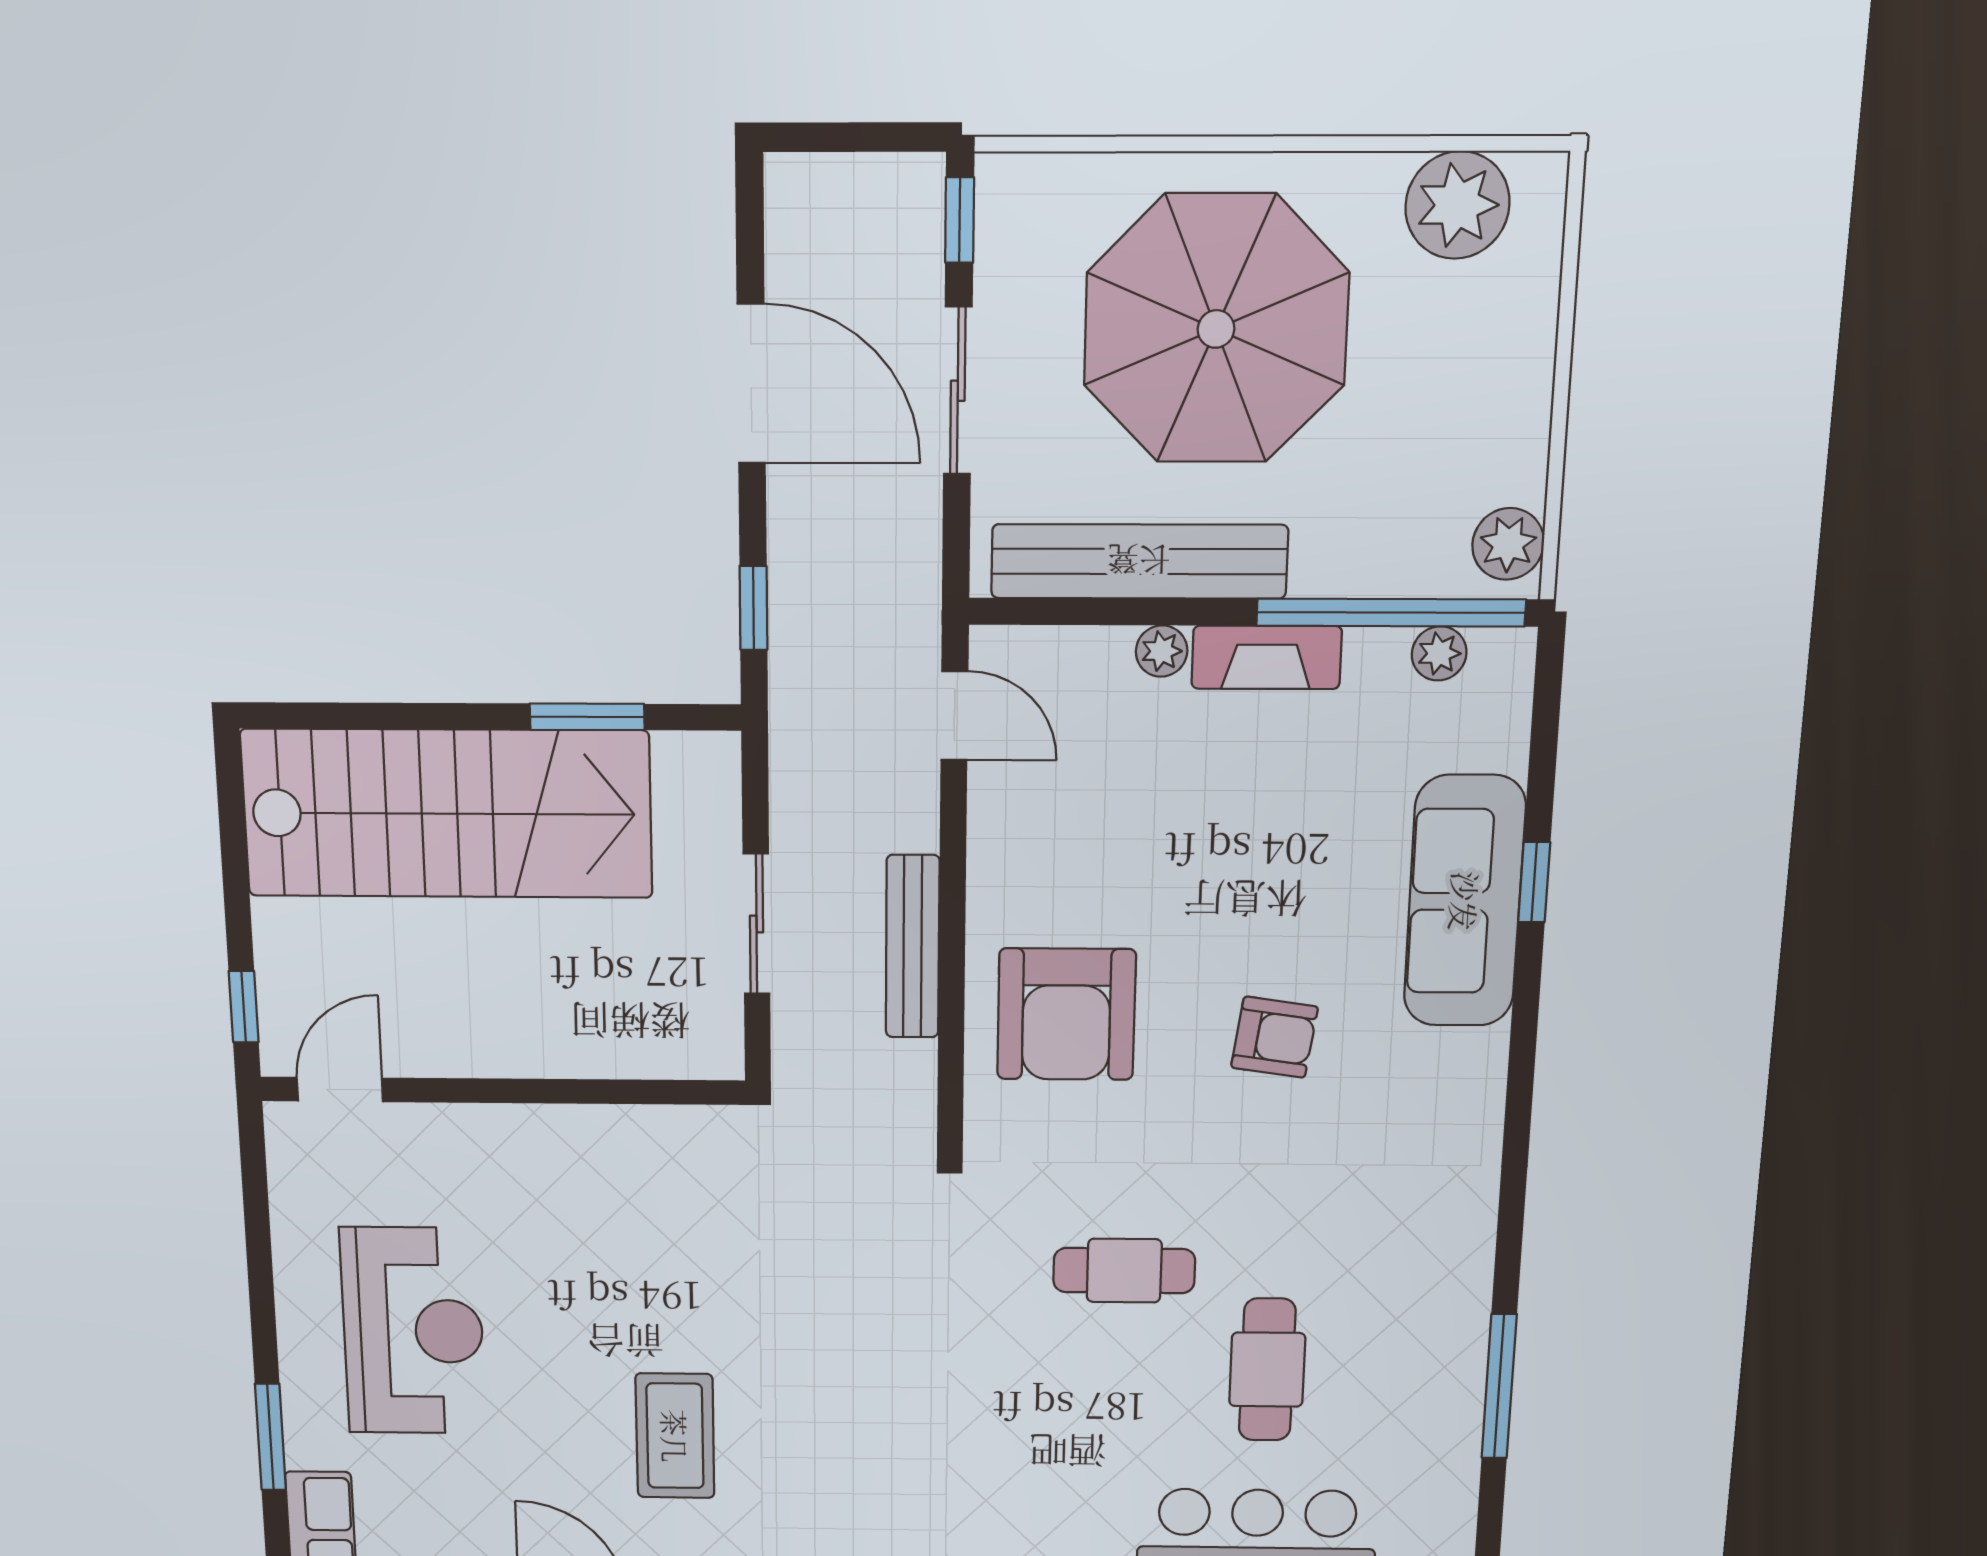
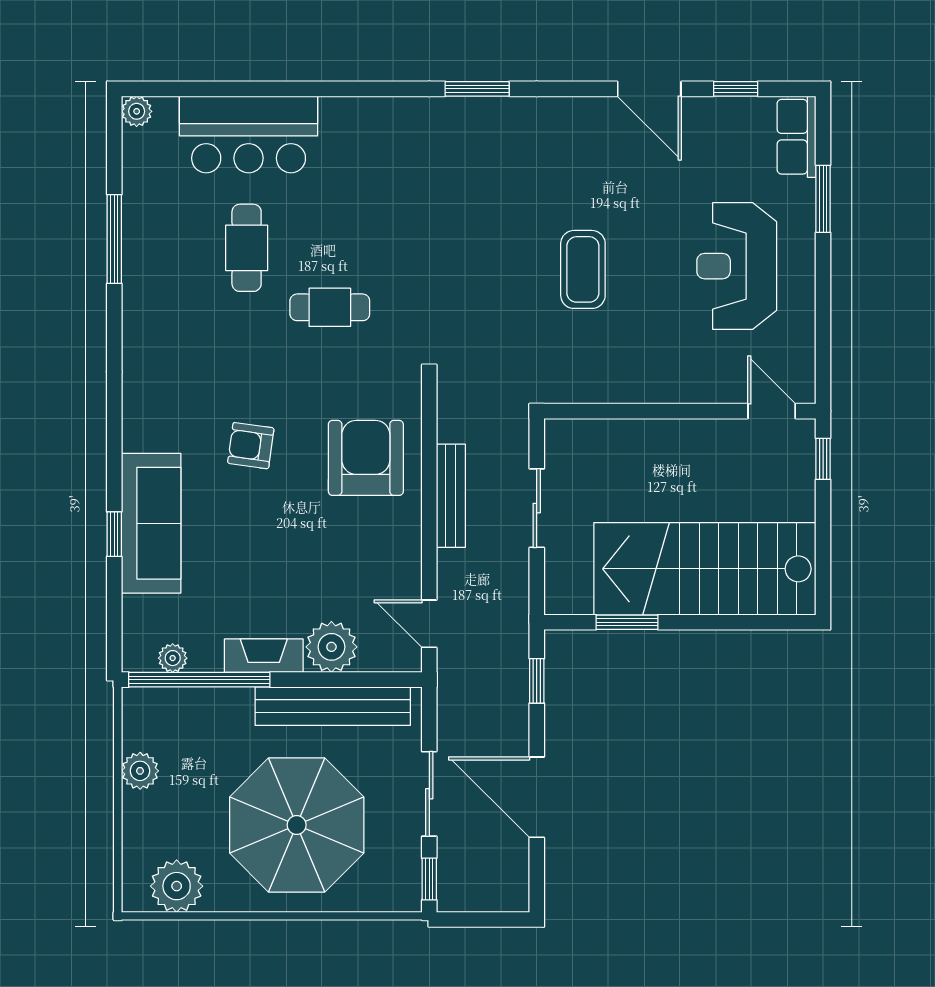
plant: (1508, 544) -> (140, 771), moved
plant: (1162, 651) -> (331, 647), width x1.87, depth x1.87
door: (340, 1090) -> (772, 411), swing flipped
coffee table: (675, 1436) -> (583, 269), moved

